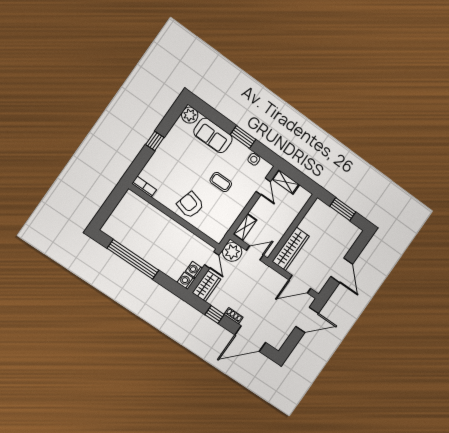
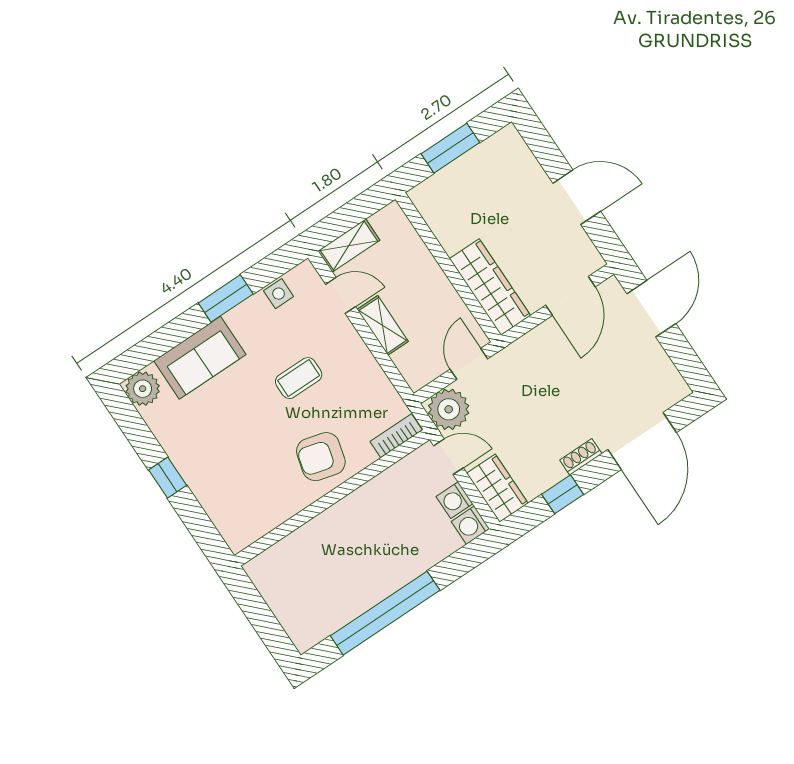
bookcase: (144, 187) -> (396, 436), moved
shelving: (245, 227) -> (383, 325), moved

